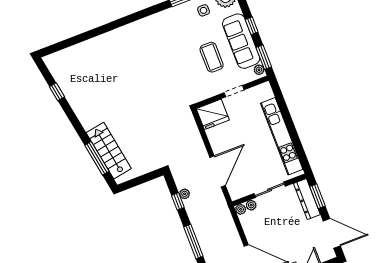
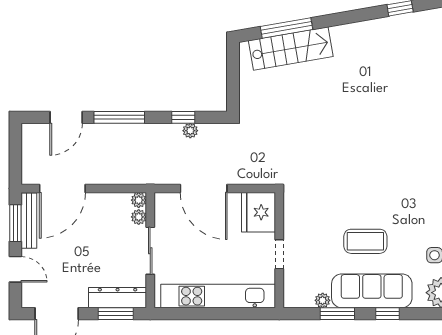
doorway: (234, 91) -> (279, 254), moved
wall: (231, 92) -> (279, 250), moved
fridge: (213, 114) -> (259, 212), moved

